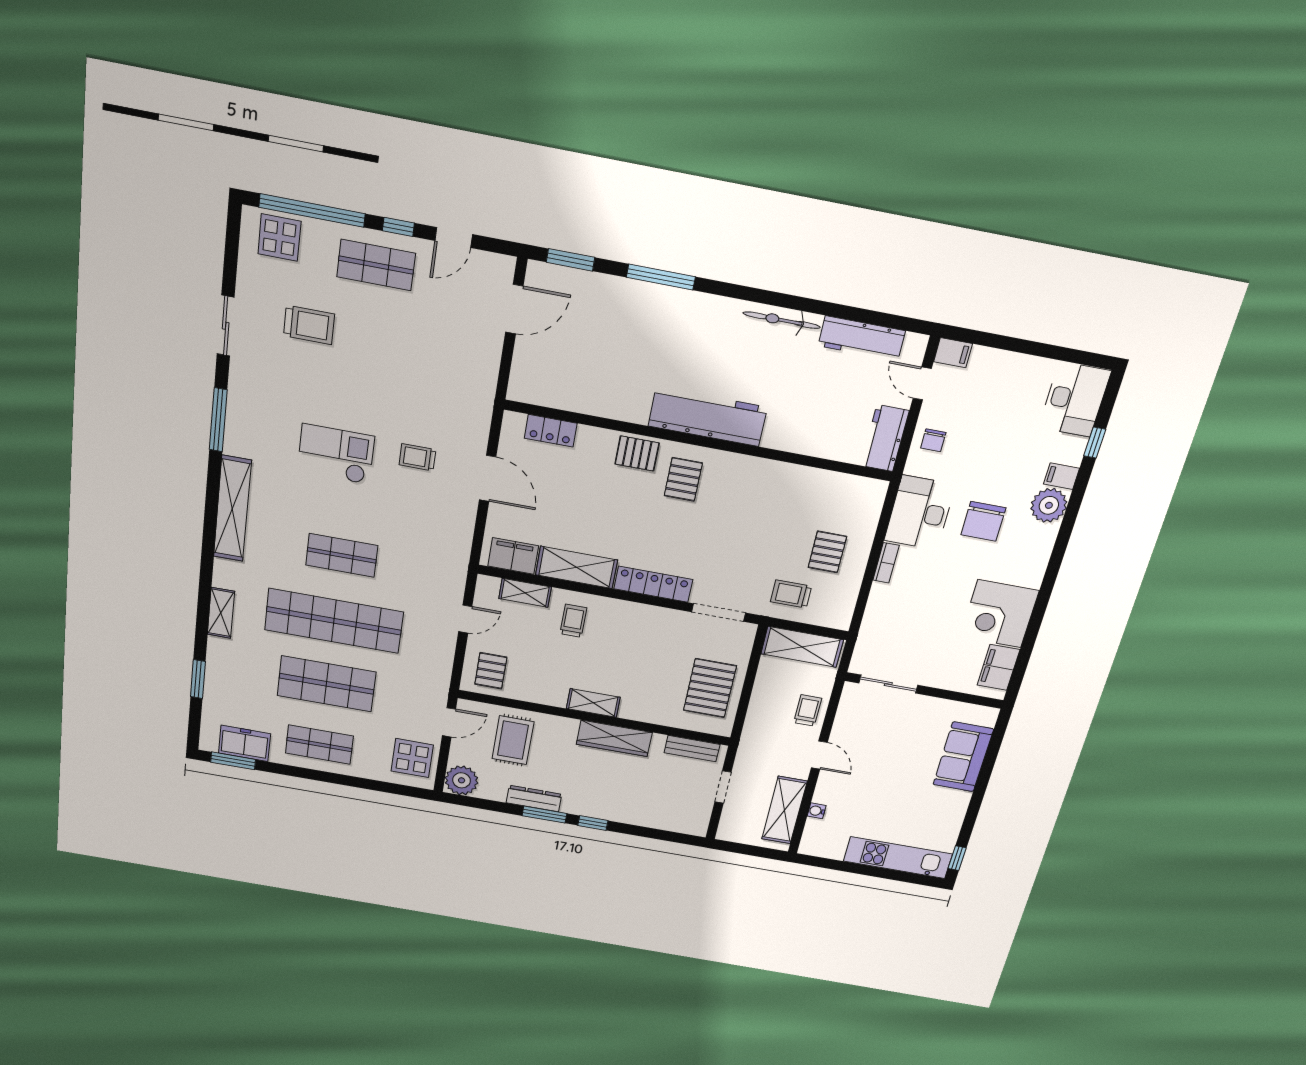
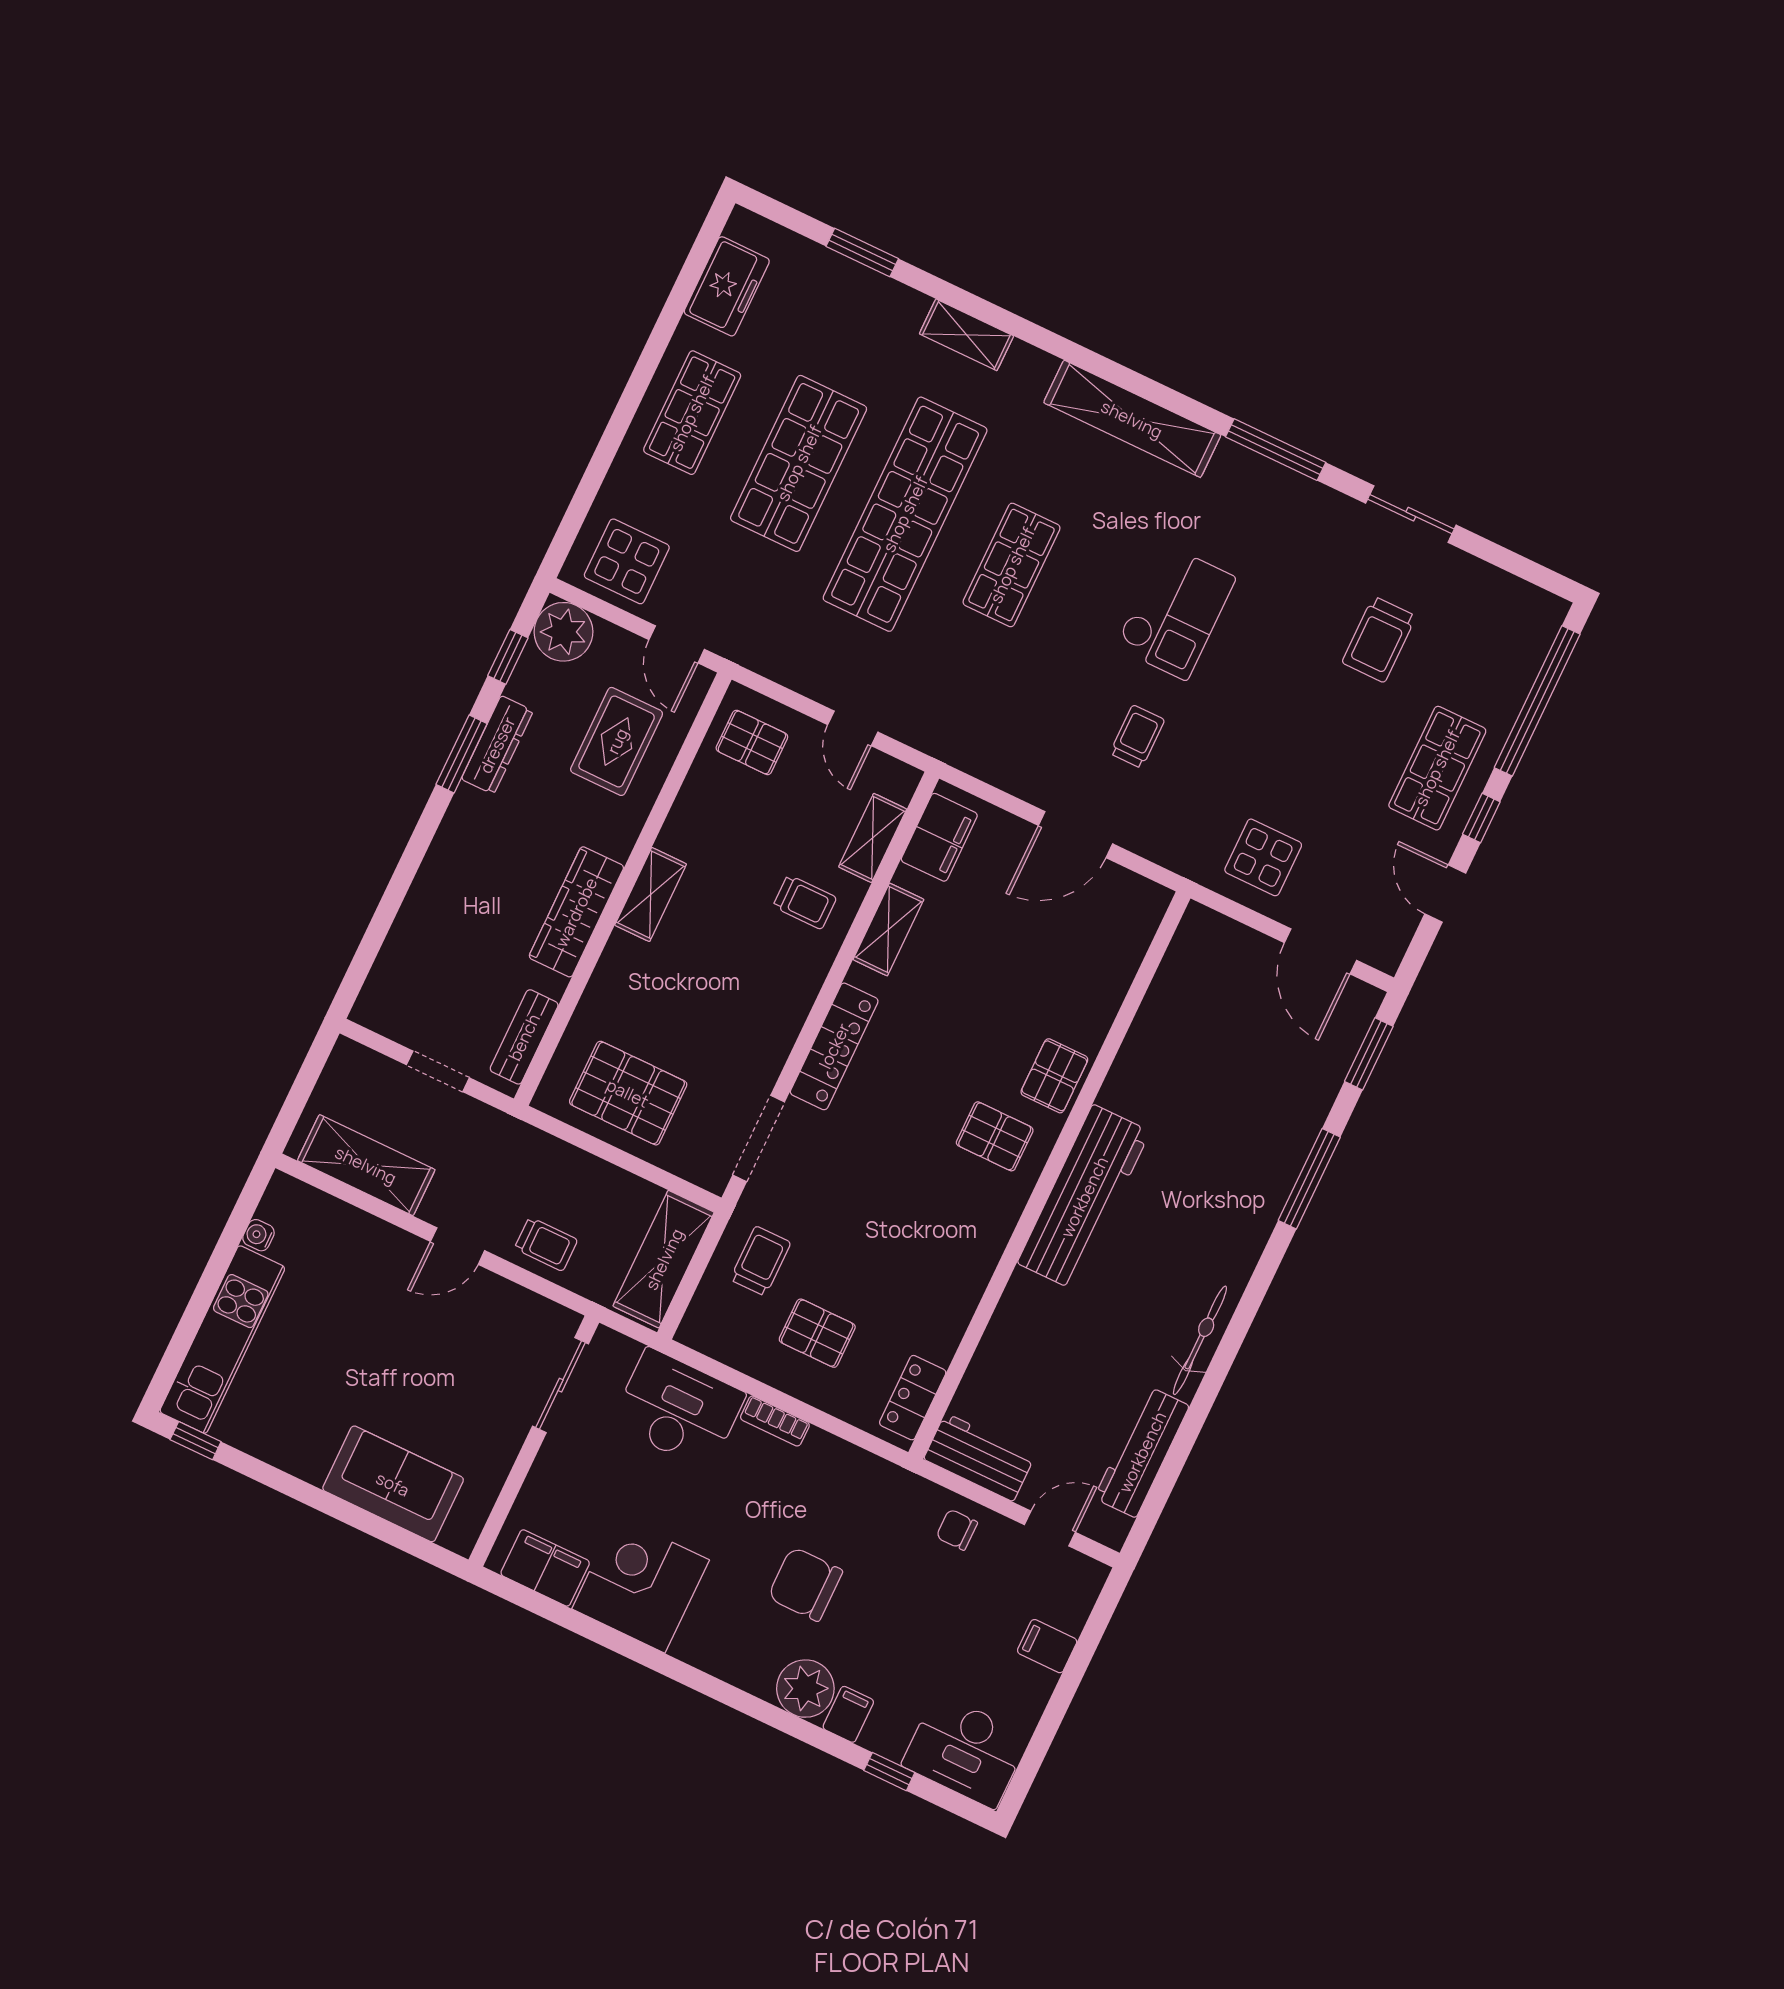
display table: (279, 238) -> (1263, 857), moved
filing cabinet: (953, 353) -> (1047, 1646), moved, turned 90
locker: (551, 431) -> (913, 1398), moved
desk: (920, 513) -> (678, 1409), moved
shelving: (577, 567) -> (888, 929), width x0.67, depth x0.75
rug: (513, 740) -> (617, 741), turned 90
window: (233, 761) -> (700, 255), removed
water cooler: (817, 811) -> (258, 1235), moved, turned -90
window: (593, 823) -> (508, 657), moved

